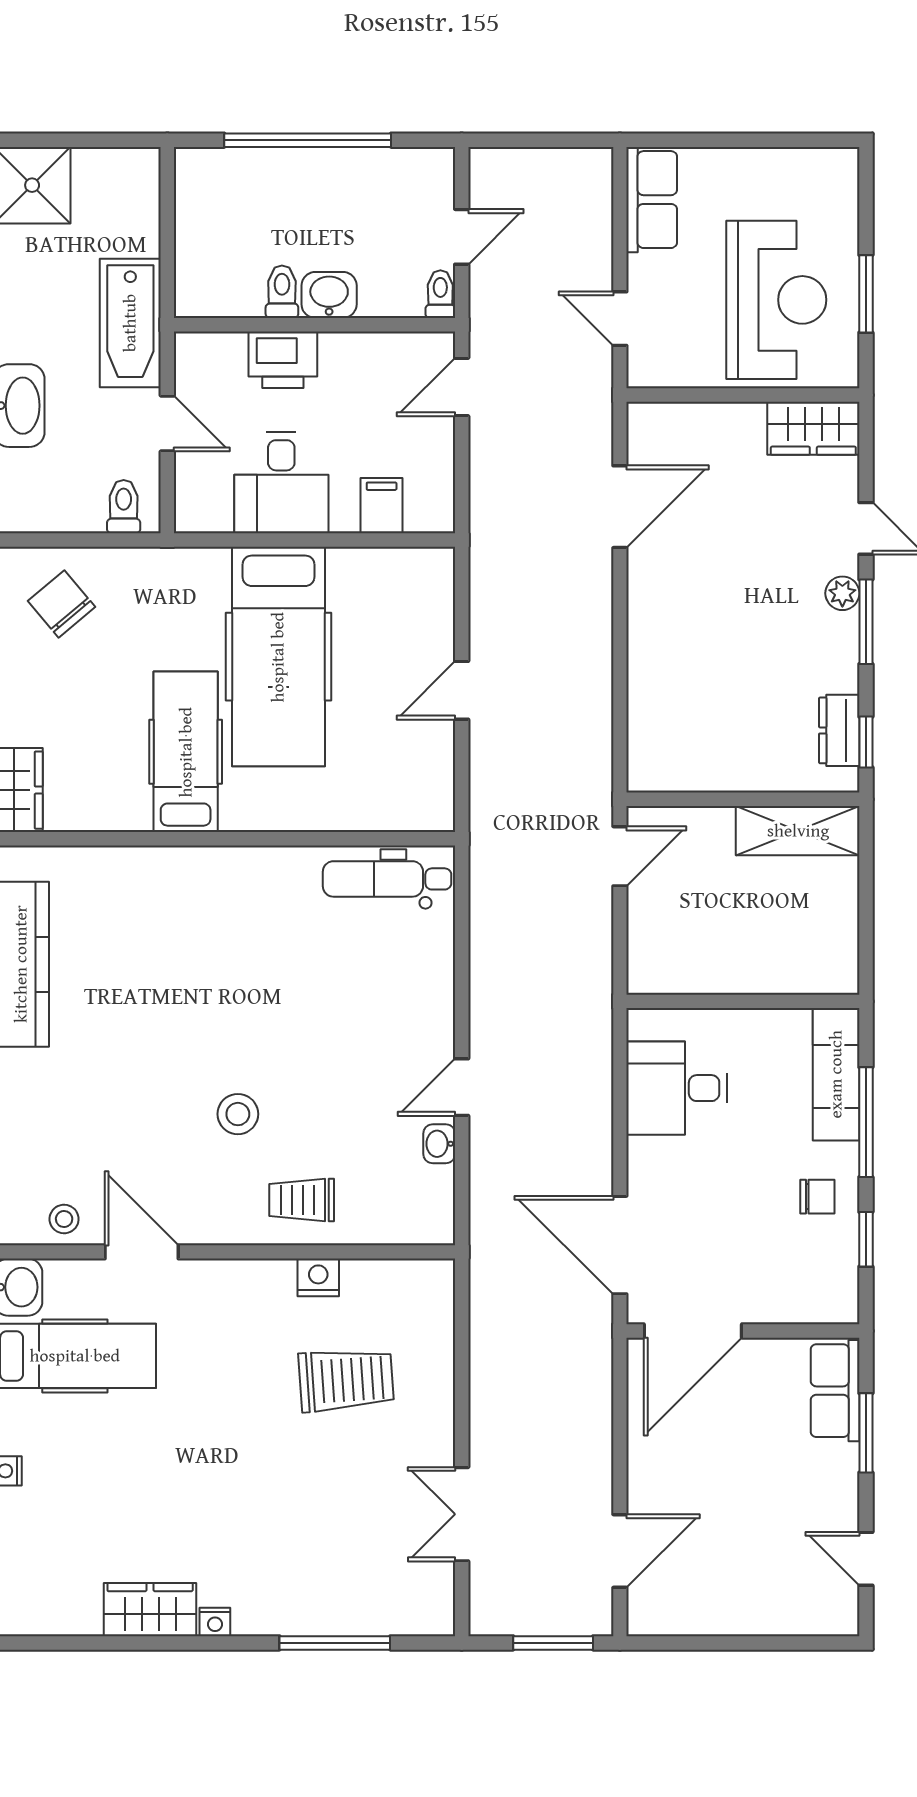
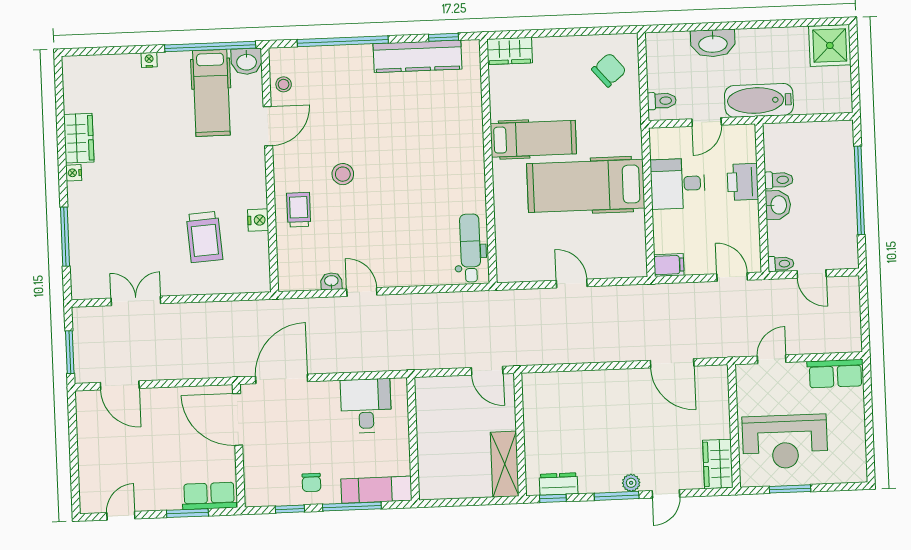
filing cabinet: (382, 506) -> (669, 265), moved

